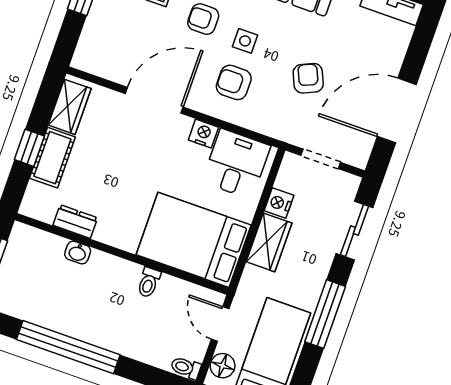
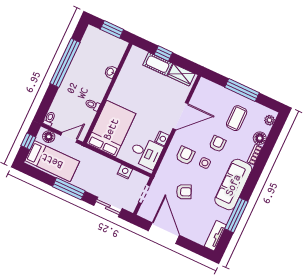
door: (154, 100) -> (180, 116), hinge flipped
dresser: (75, 222) -> (125, 72), removed
wardrobe: (269, 242) -> (106, 165), removed

